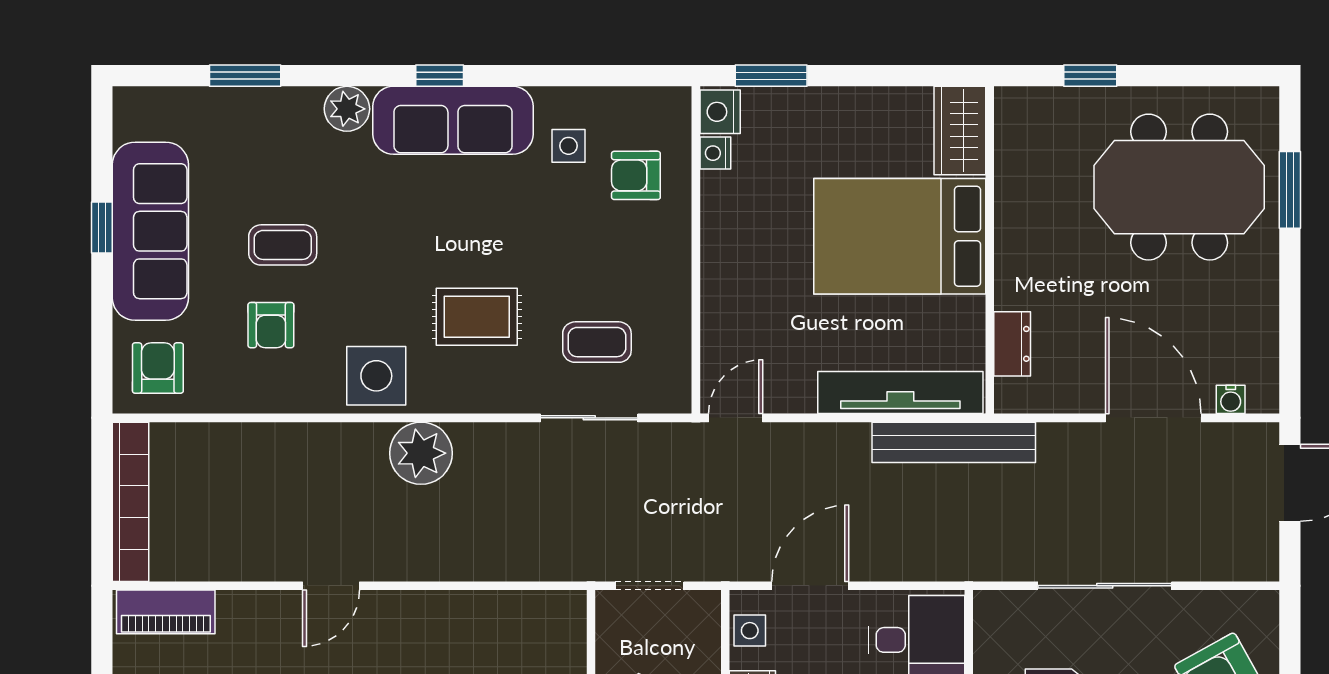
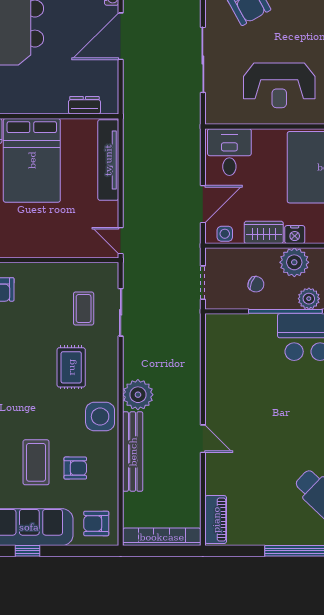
coffee table: (283, 245) -> (36, 462), width x1.36, depth x1.30
bench: (954, 442) -> (133, 452), moved
door: (810, 586) -> (203, 204), swing flipped

